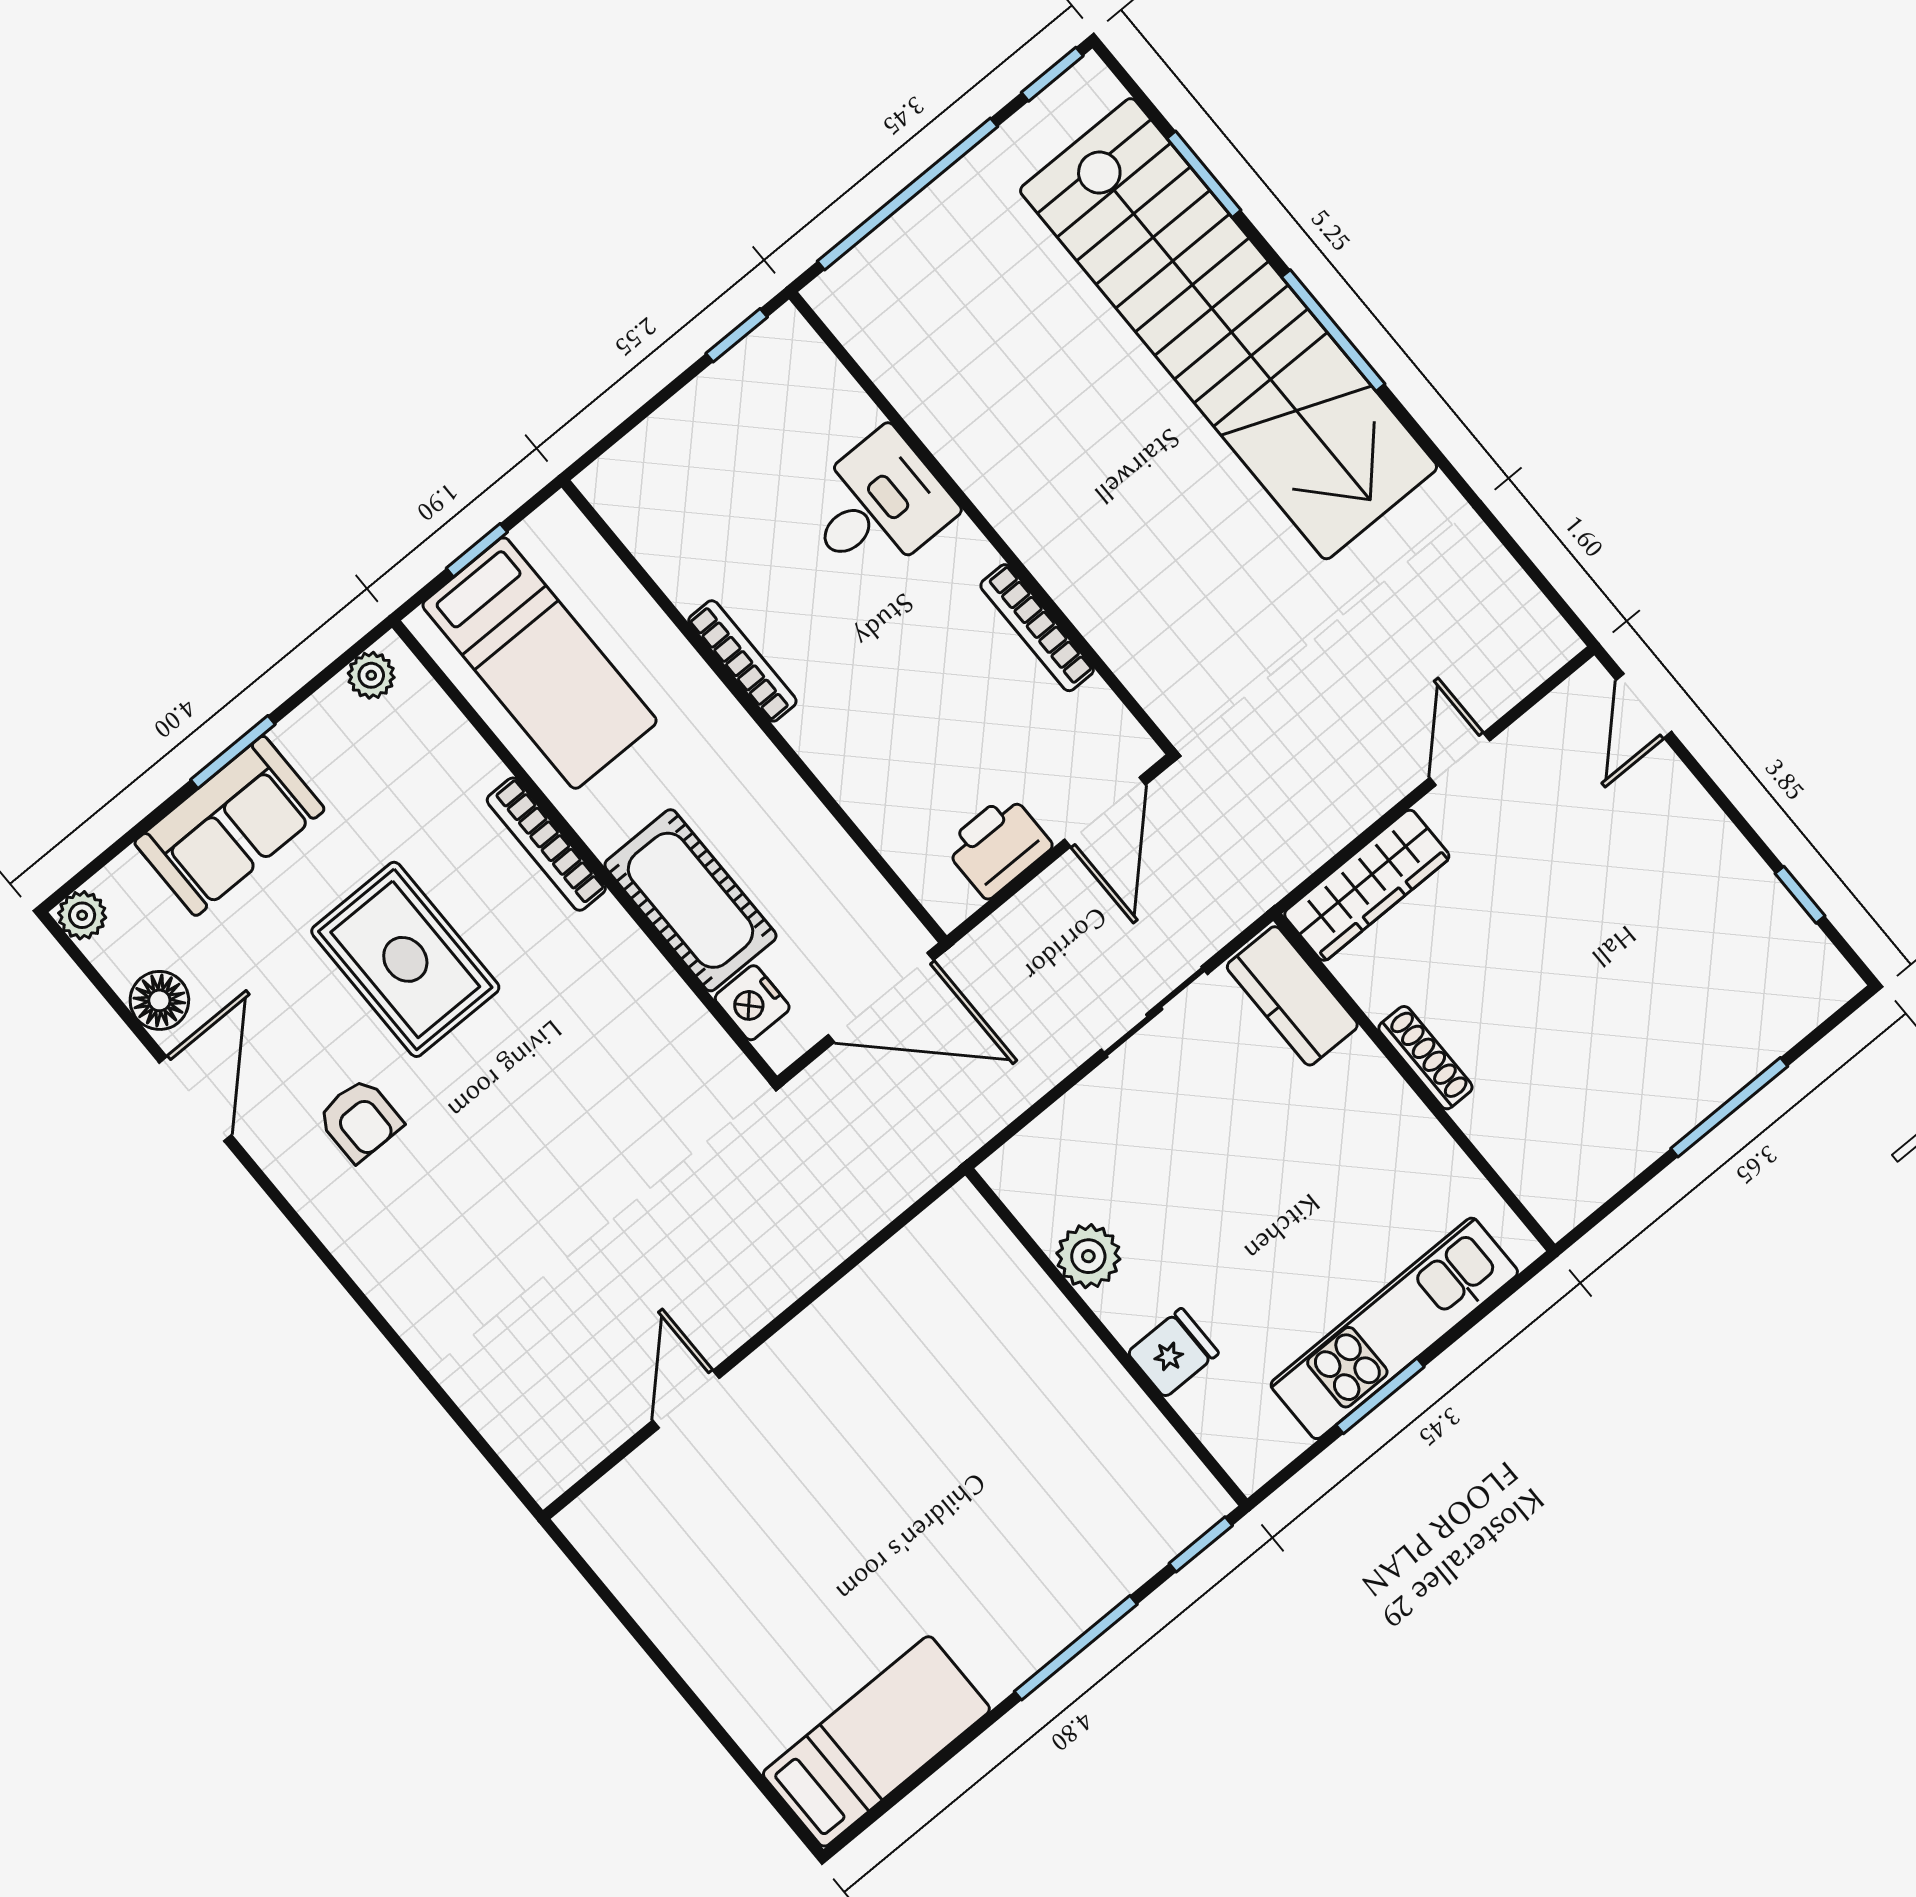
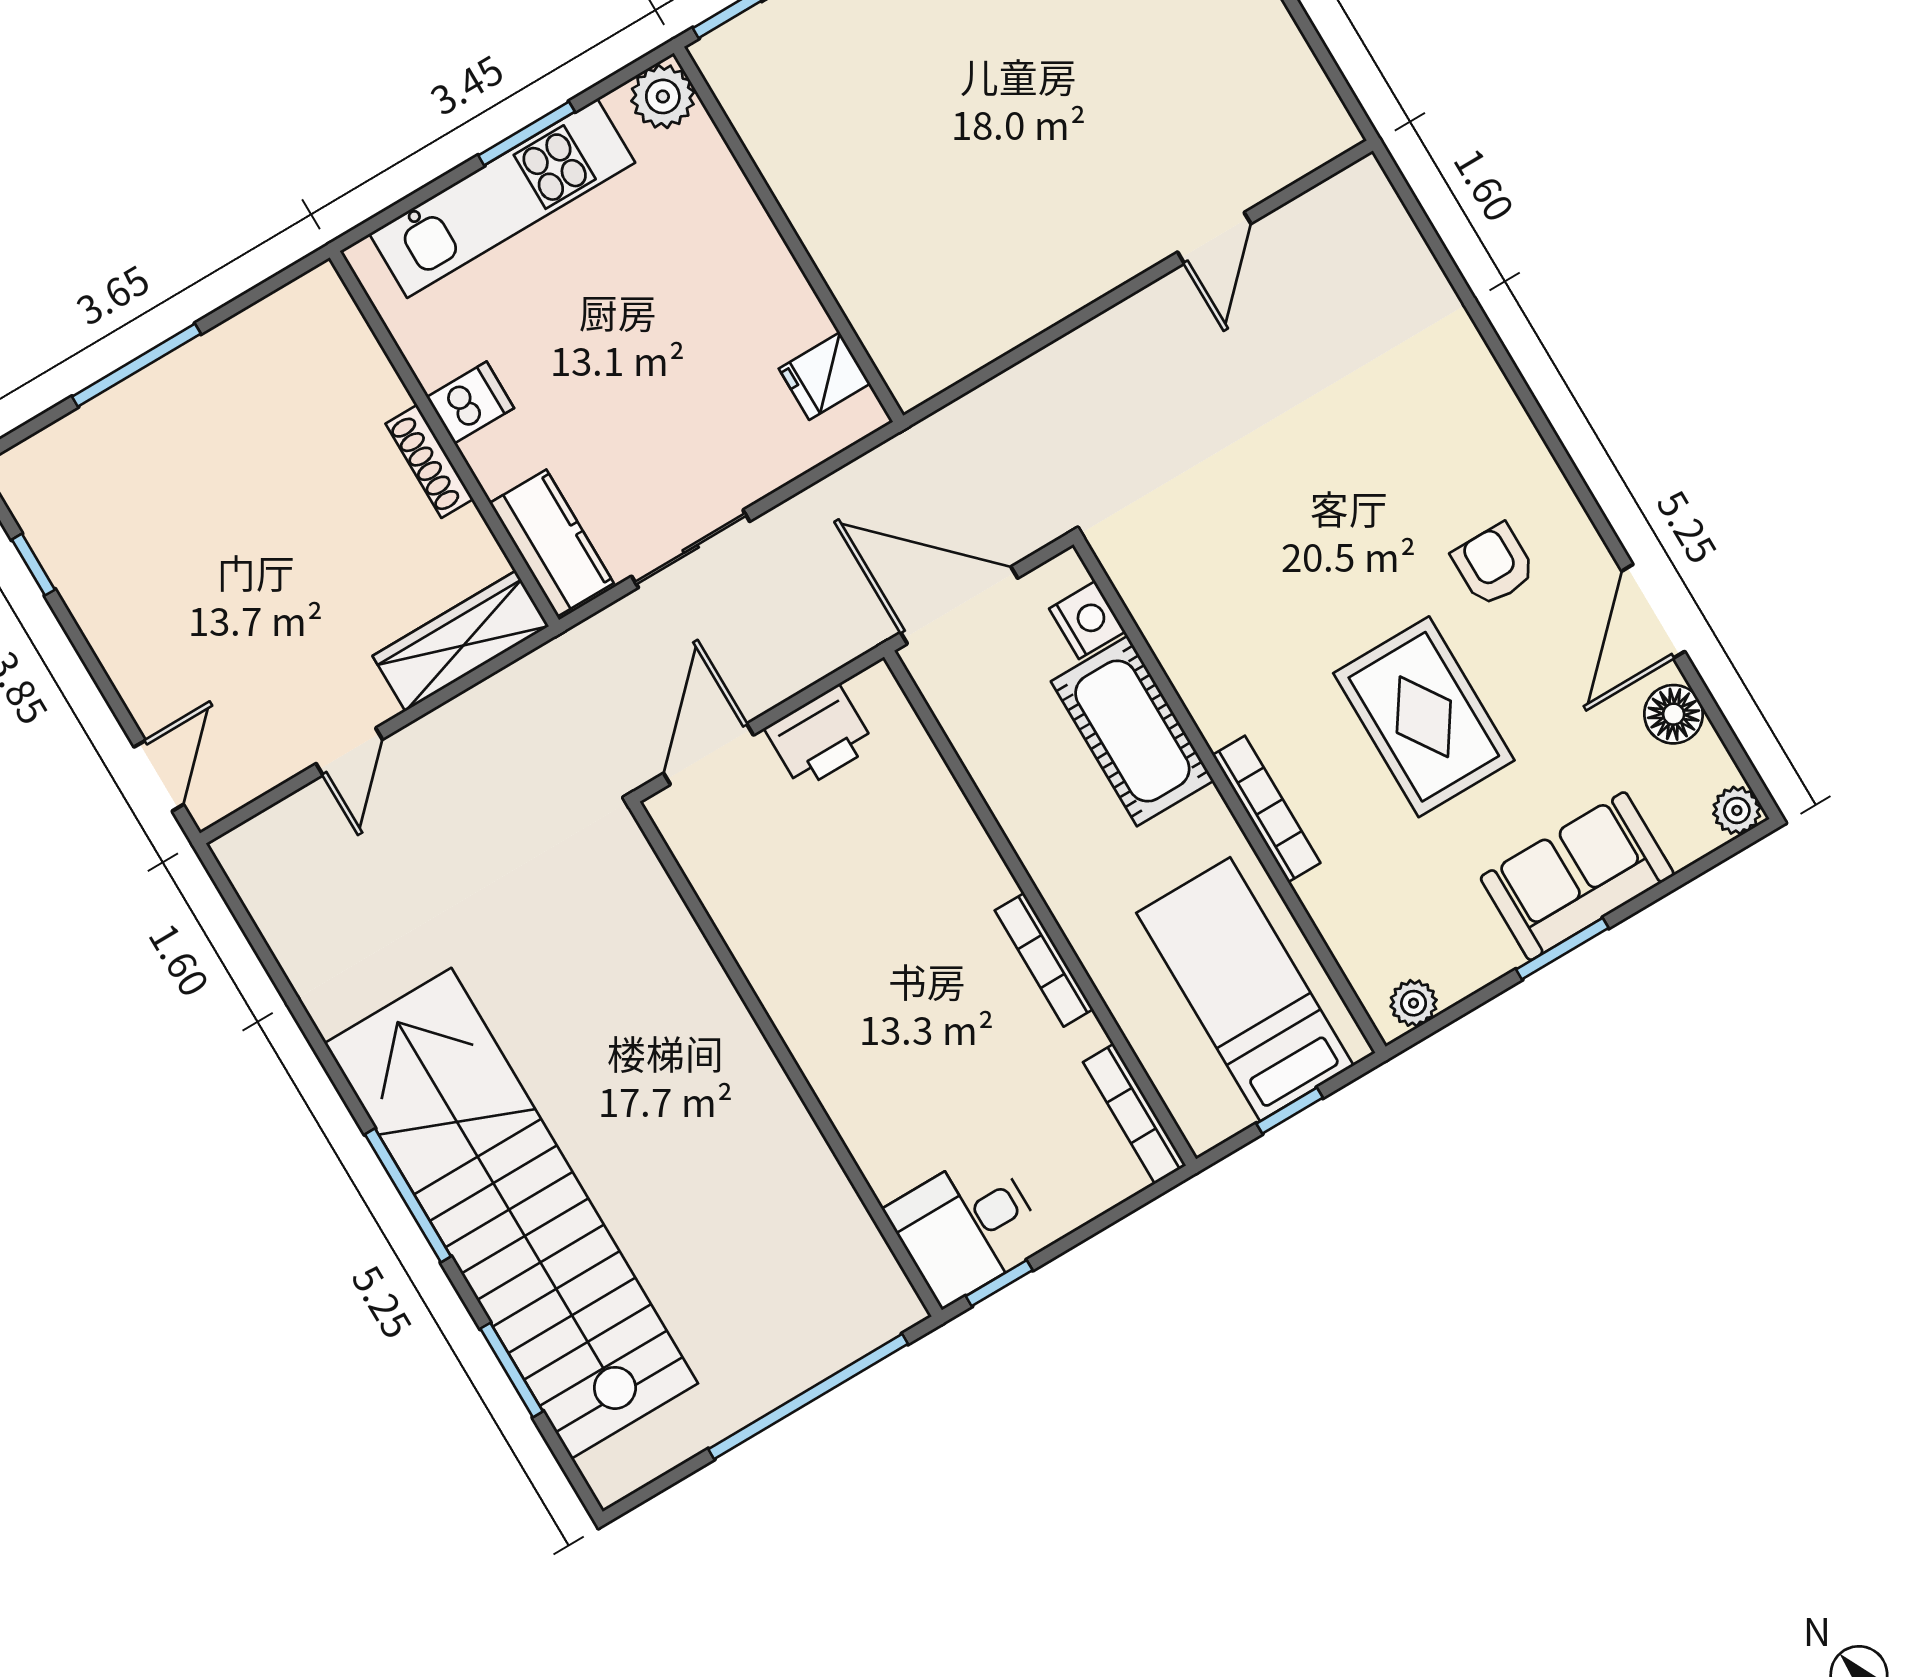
window: (1052, 74) -> (646, 1493), removed
desk: (877, 506) -> (966, 1227), moved
bookcase: (1037, 628) -> (1134, 1114), moved, turned 180
dishwasher: (1394, 1122) -> (470, 403), added
plant: (1088, 1256) -> (663, 96), moved
fridge: (1173, 1353) -> (825, 376), moved

